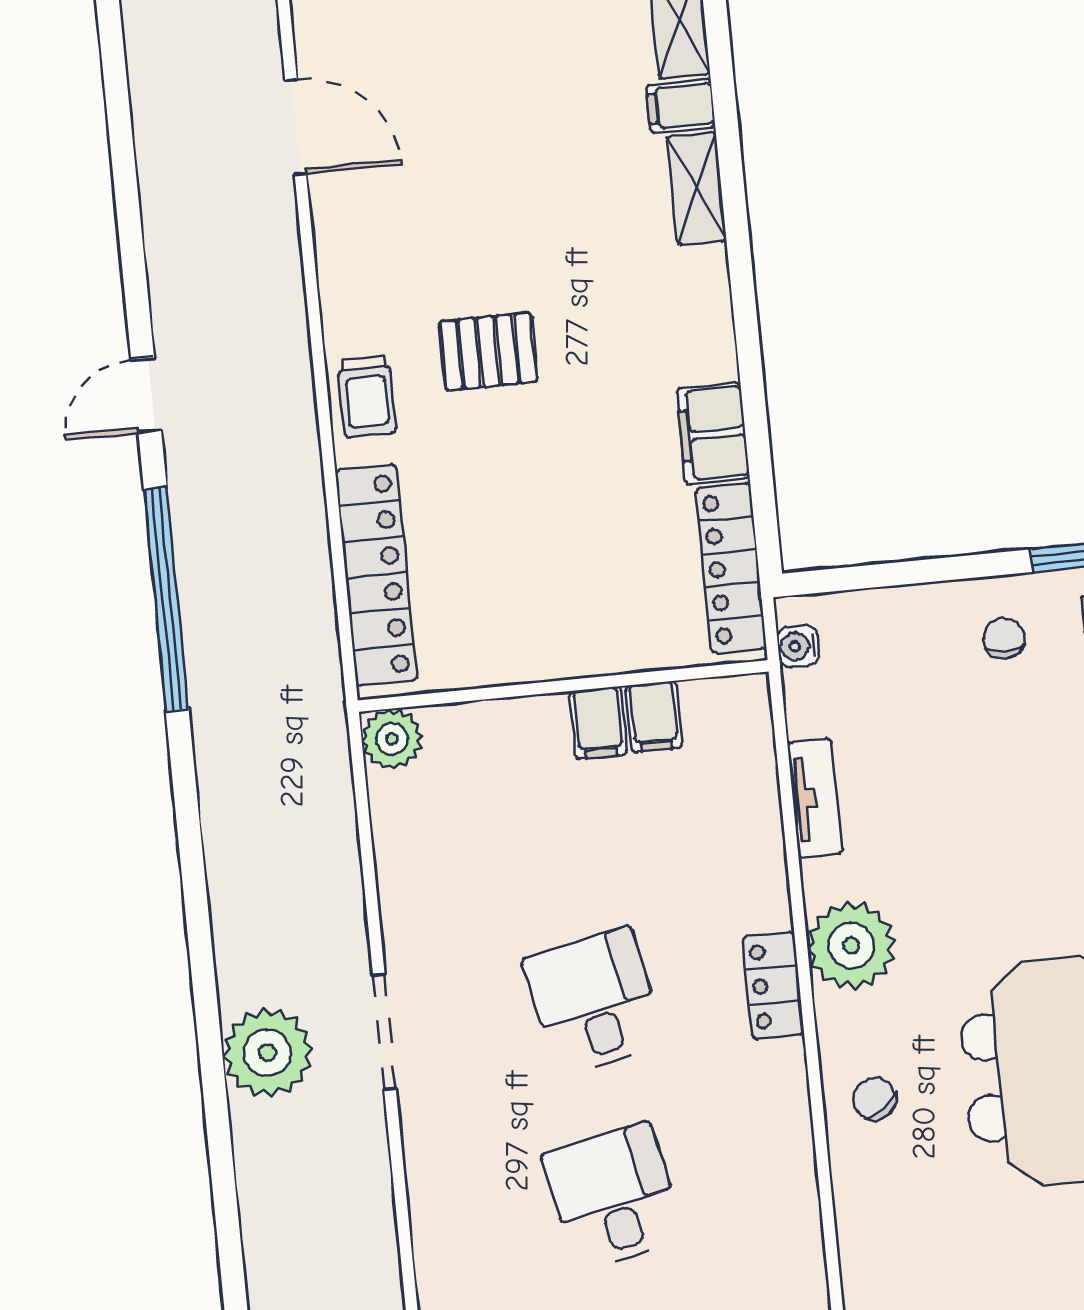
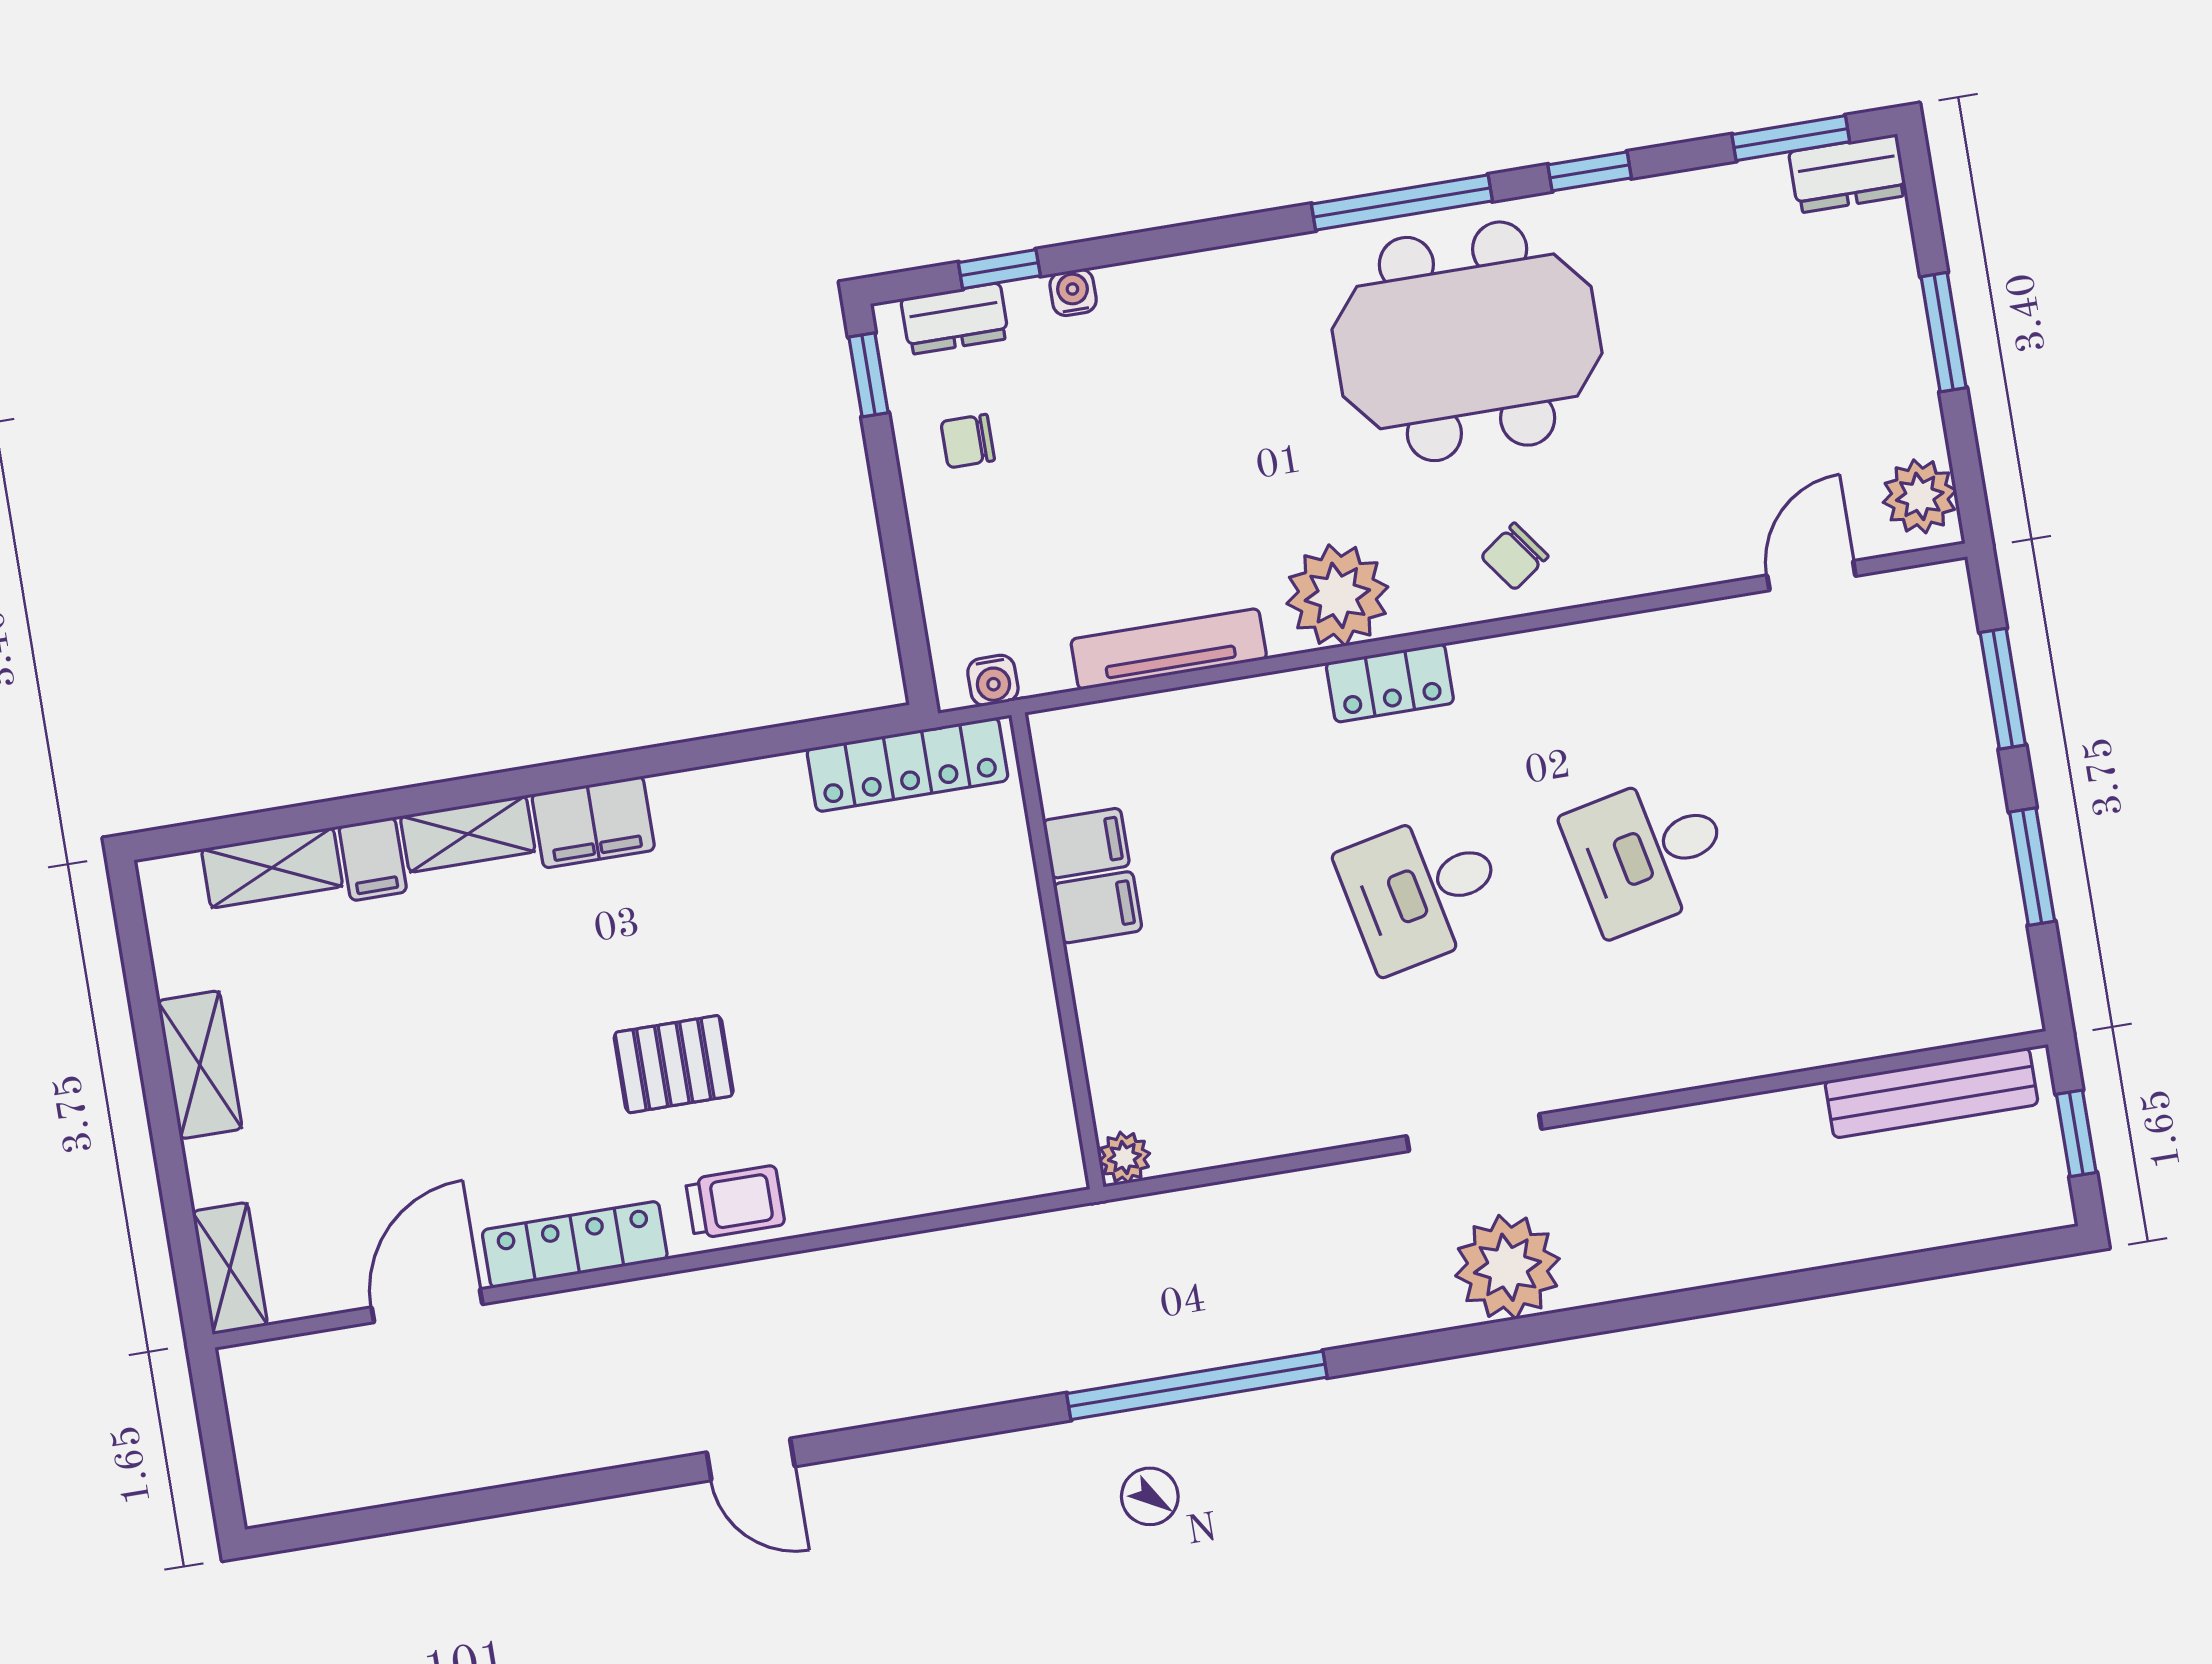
pallet: (488, 352) -> (674, 1064), turned 90
filing cabinet: (713, 433) -> (593, 822), moved
locker: (376, 575) -> (575, 1245), moved, width x0.71, depth x0.83
window: (166, 599) -> (1197, 1385), moved
plant: (392, 739) -> (1124, 1158), width x0.73, depth x0.73
tv unit: (815, 798) -> (1169, 649), width x1.41

